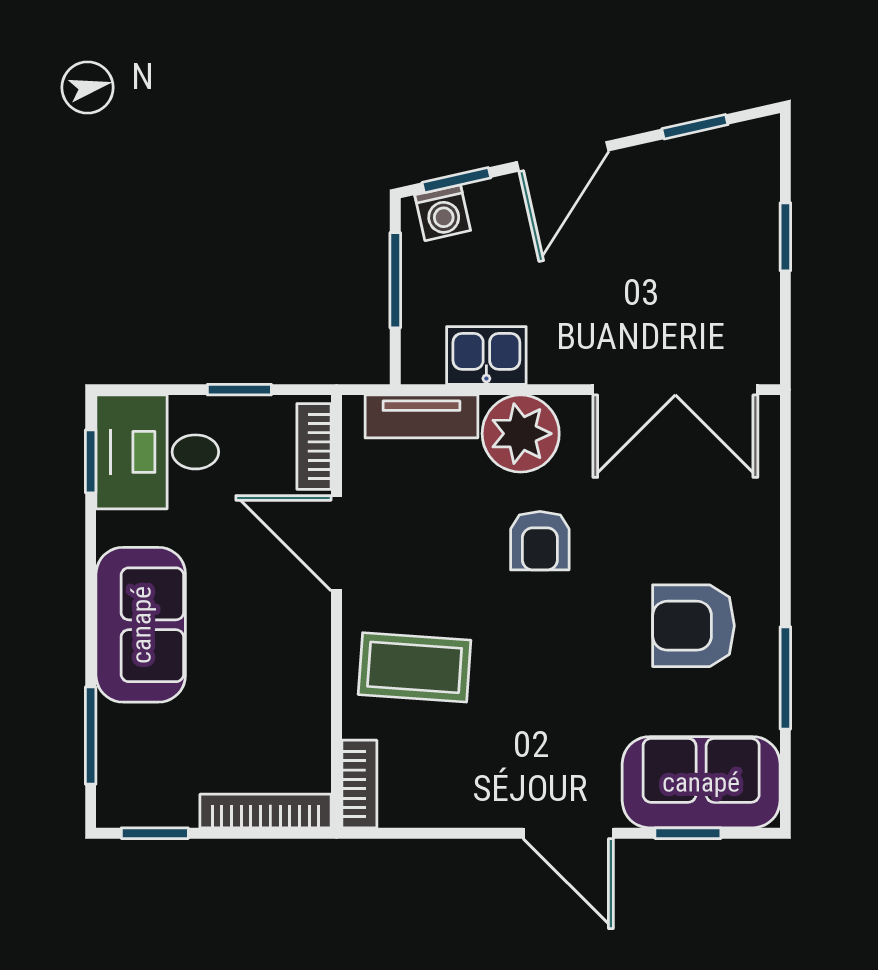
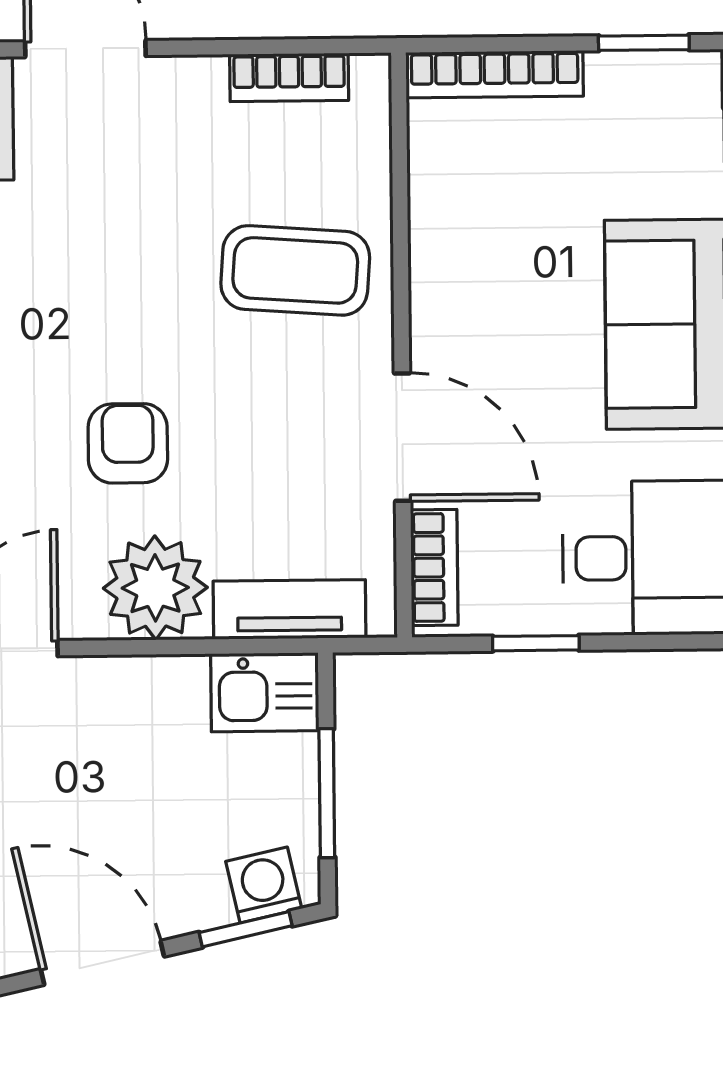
door: (563, 156) -> (102, 963), hinge flipped
kitchen sink: (486, 355) -> (265, 692), moved
bookcase: (359, 784) -> (289, 77), moved, turned -90

